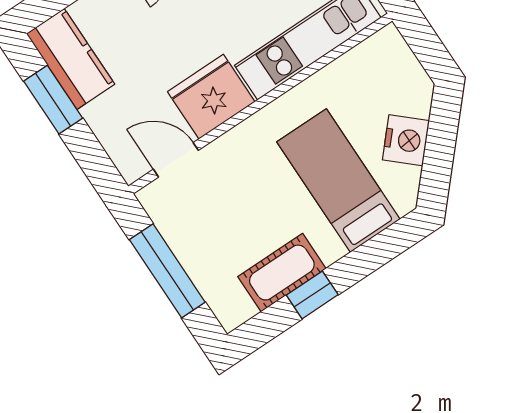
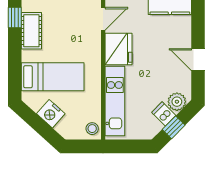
stool: (383, 49) -> (92, 129), added
window: (312, 295) -> (15, 18), moved

